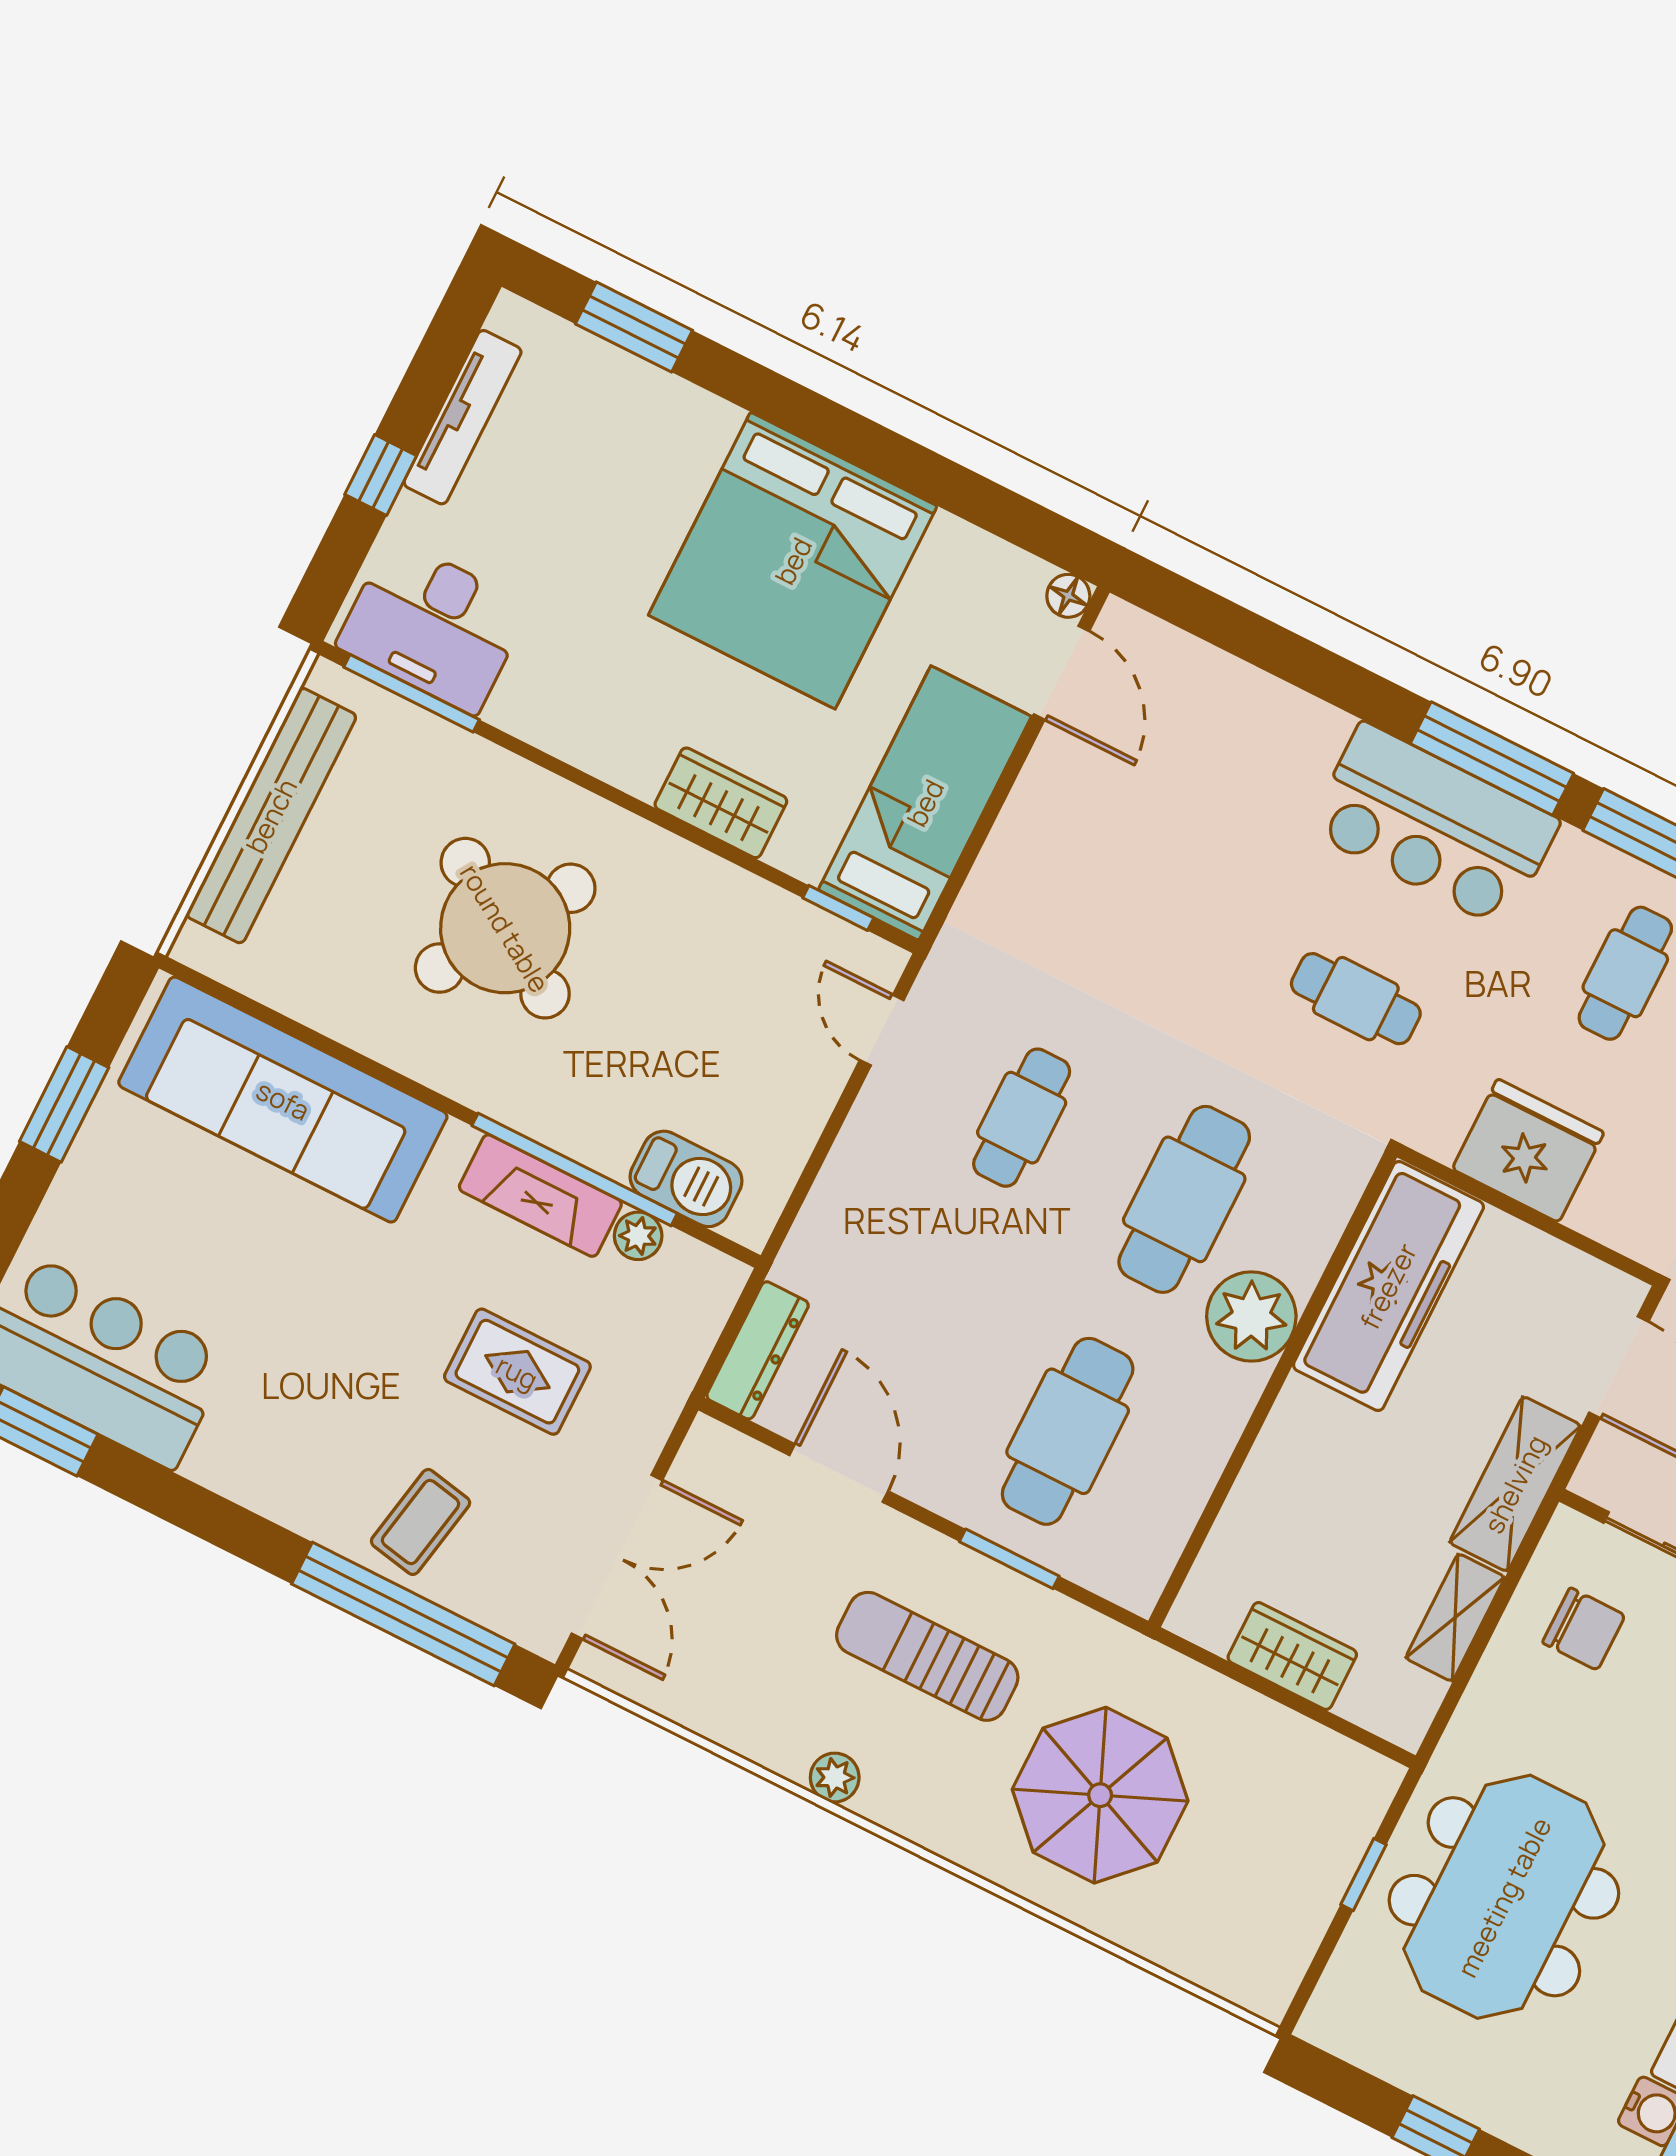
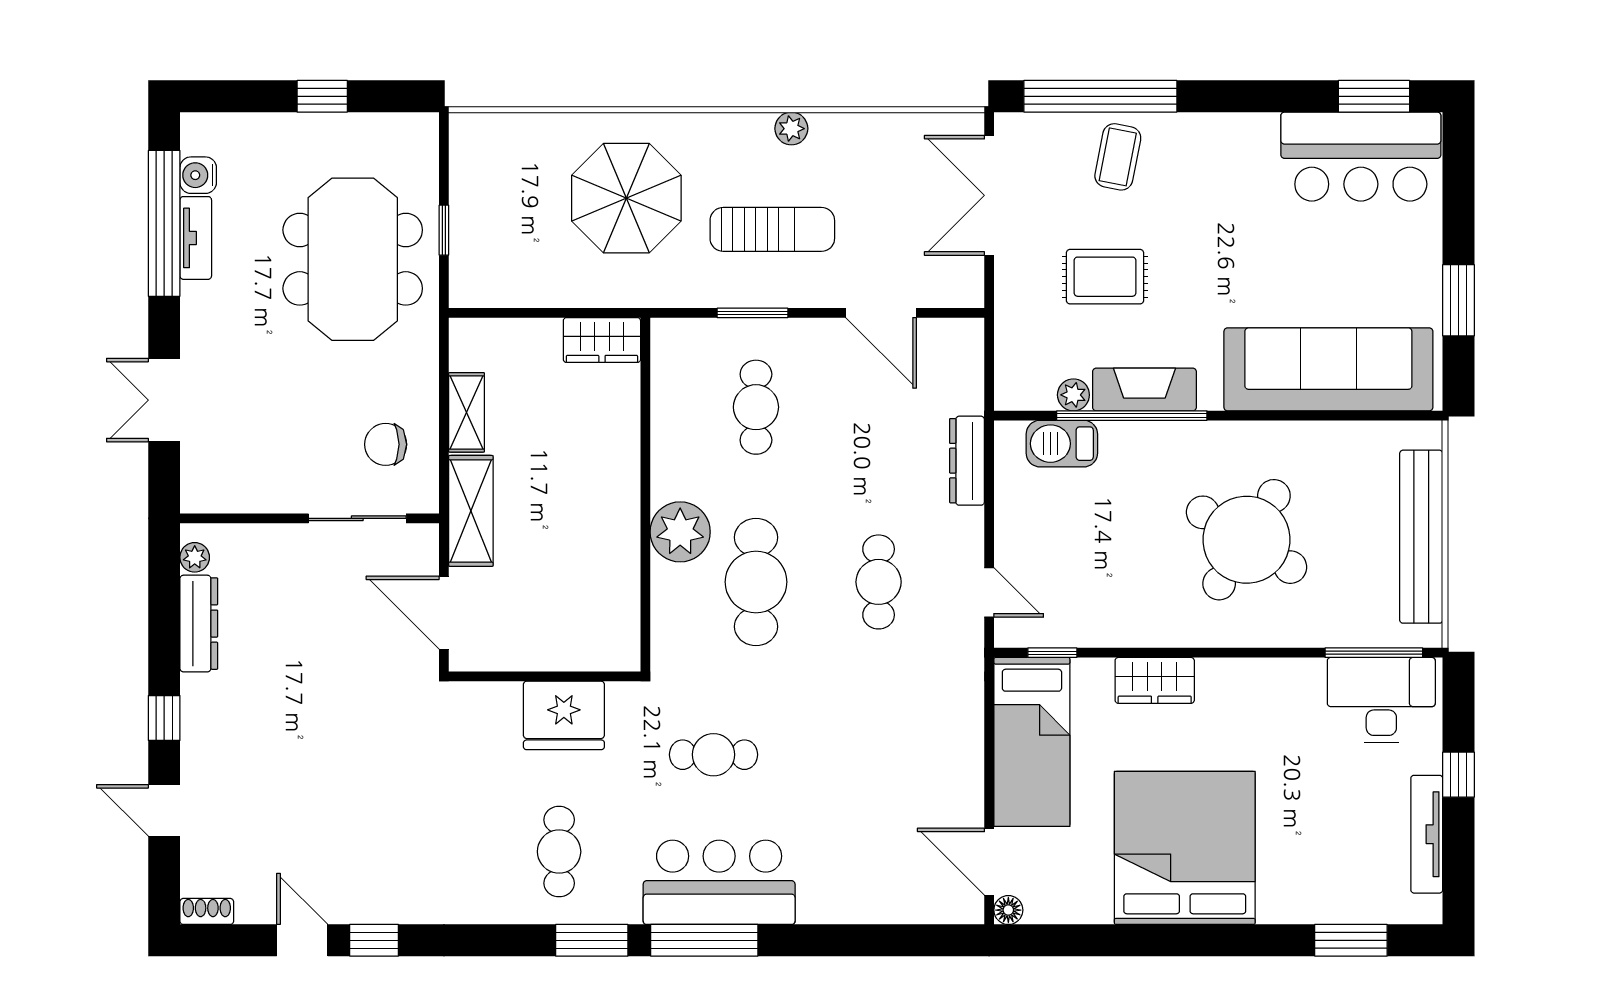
freezer: (1388, 1286) -> (607, 592), removed
dresser: (758, 1350) -> (967, 461), moved
cafe table: (1068, 1431) -> (756, 407), width x0.73, depth x0.74
wardrobe: (1292, 1656) -> (602, 340), moved

